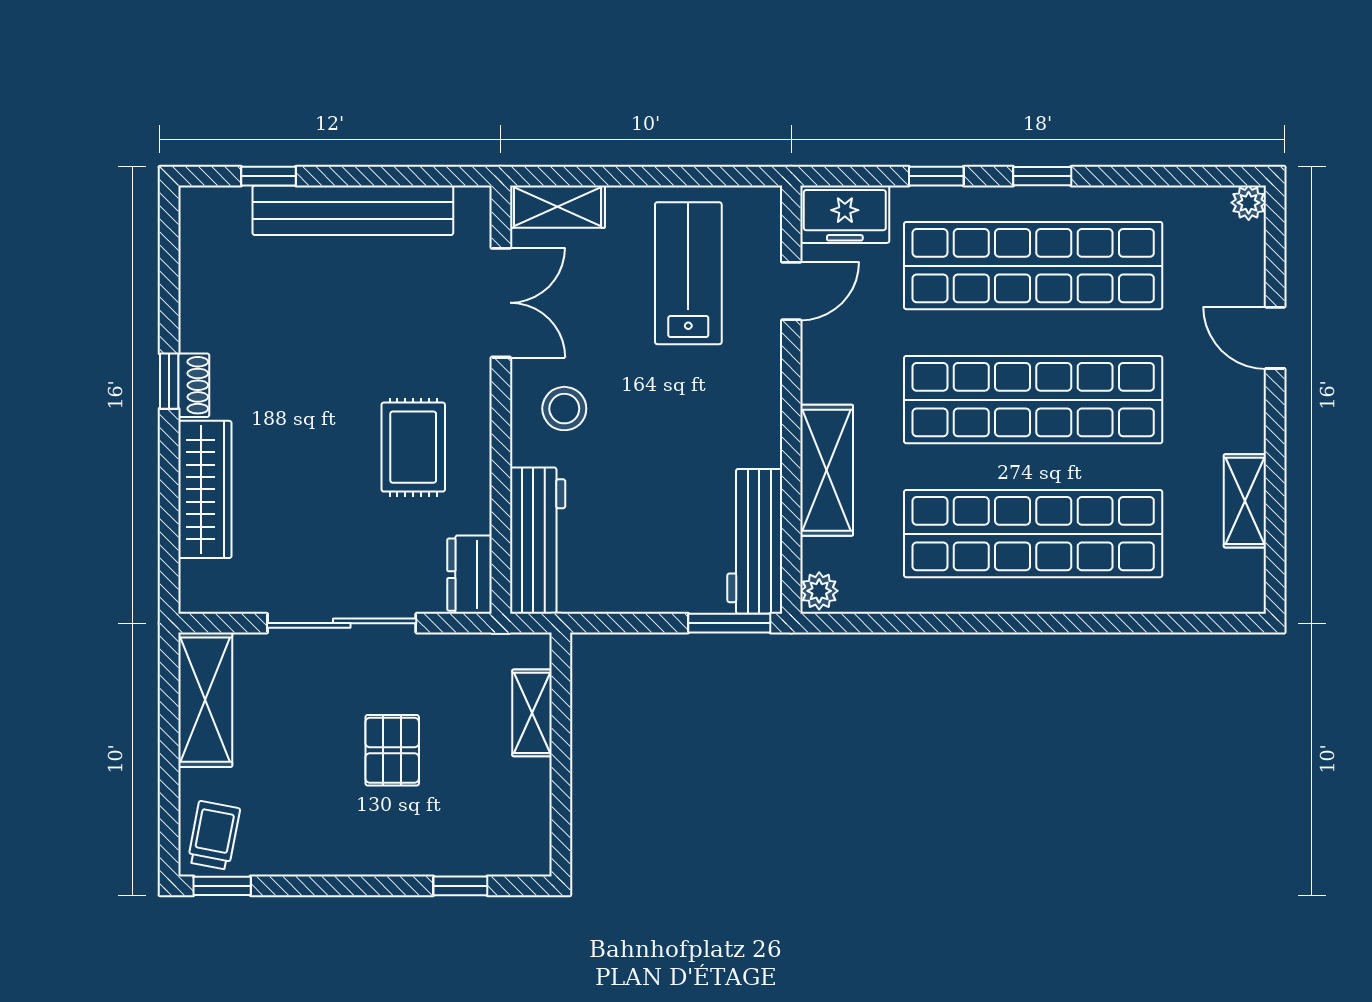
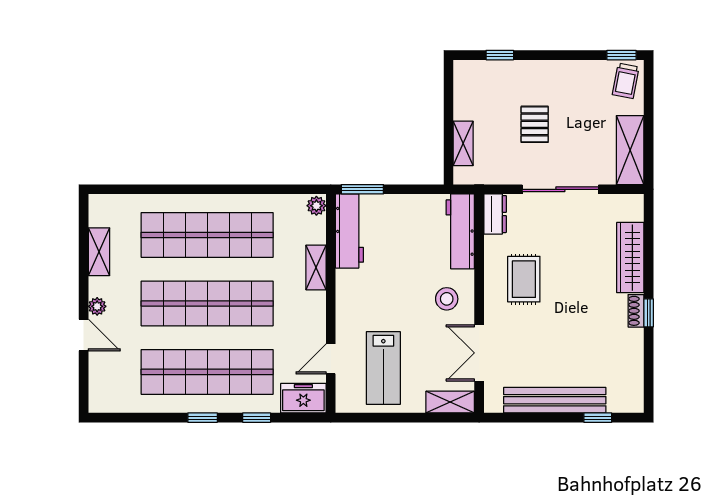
plant: (1249, 203) -> (97, 306), moved
shelving: (827, 470) -> (316, 267), width x0.67, depth x0.75

